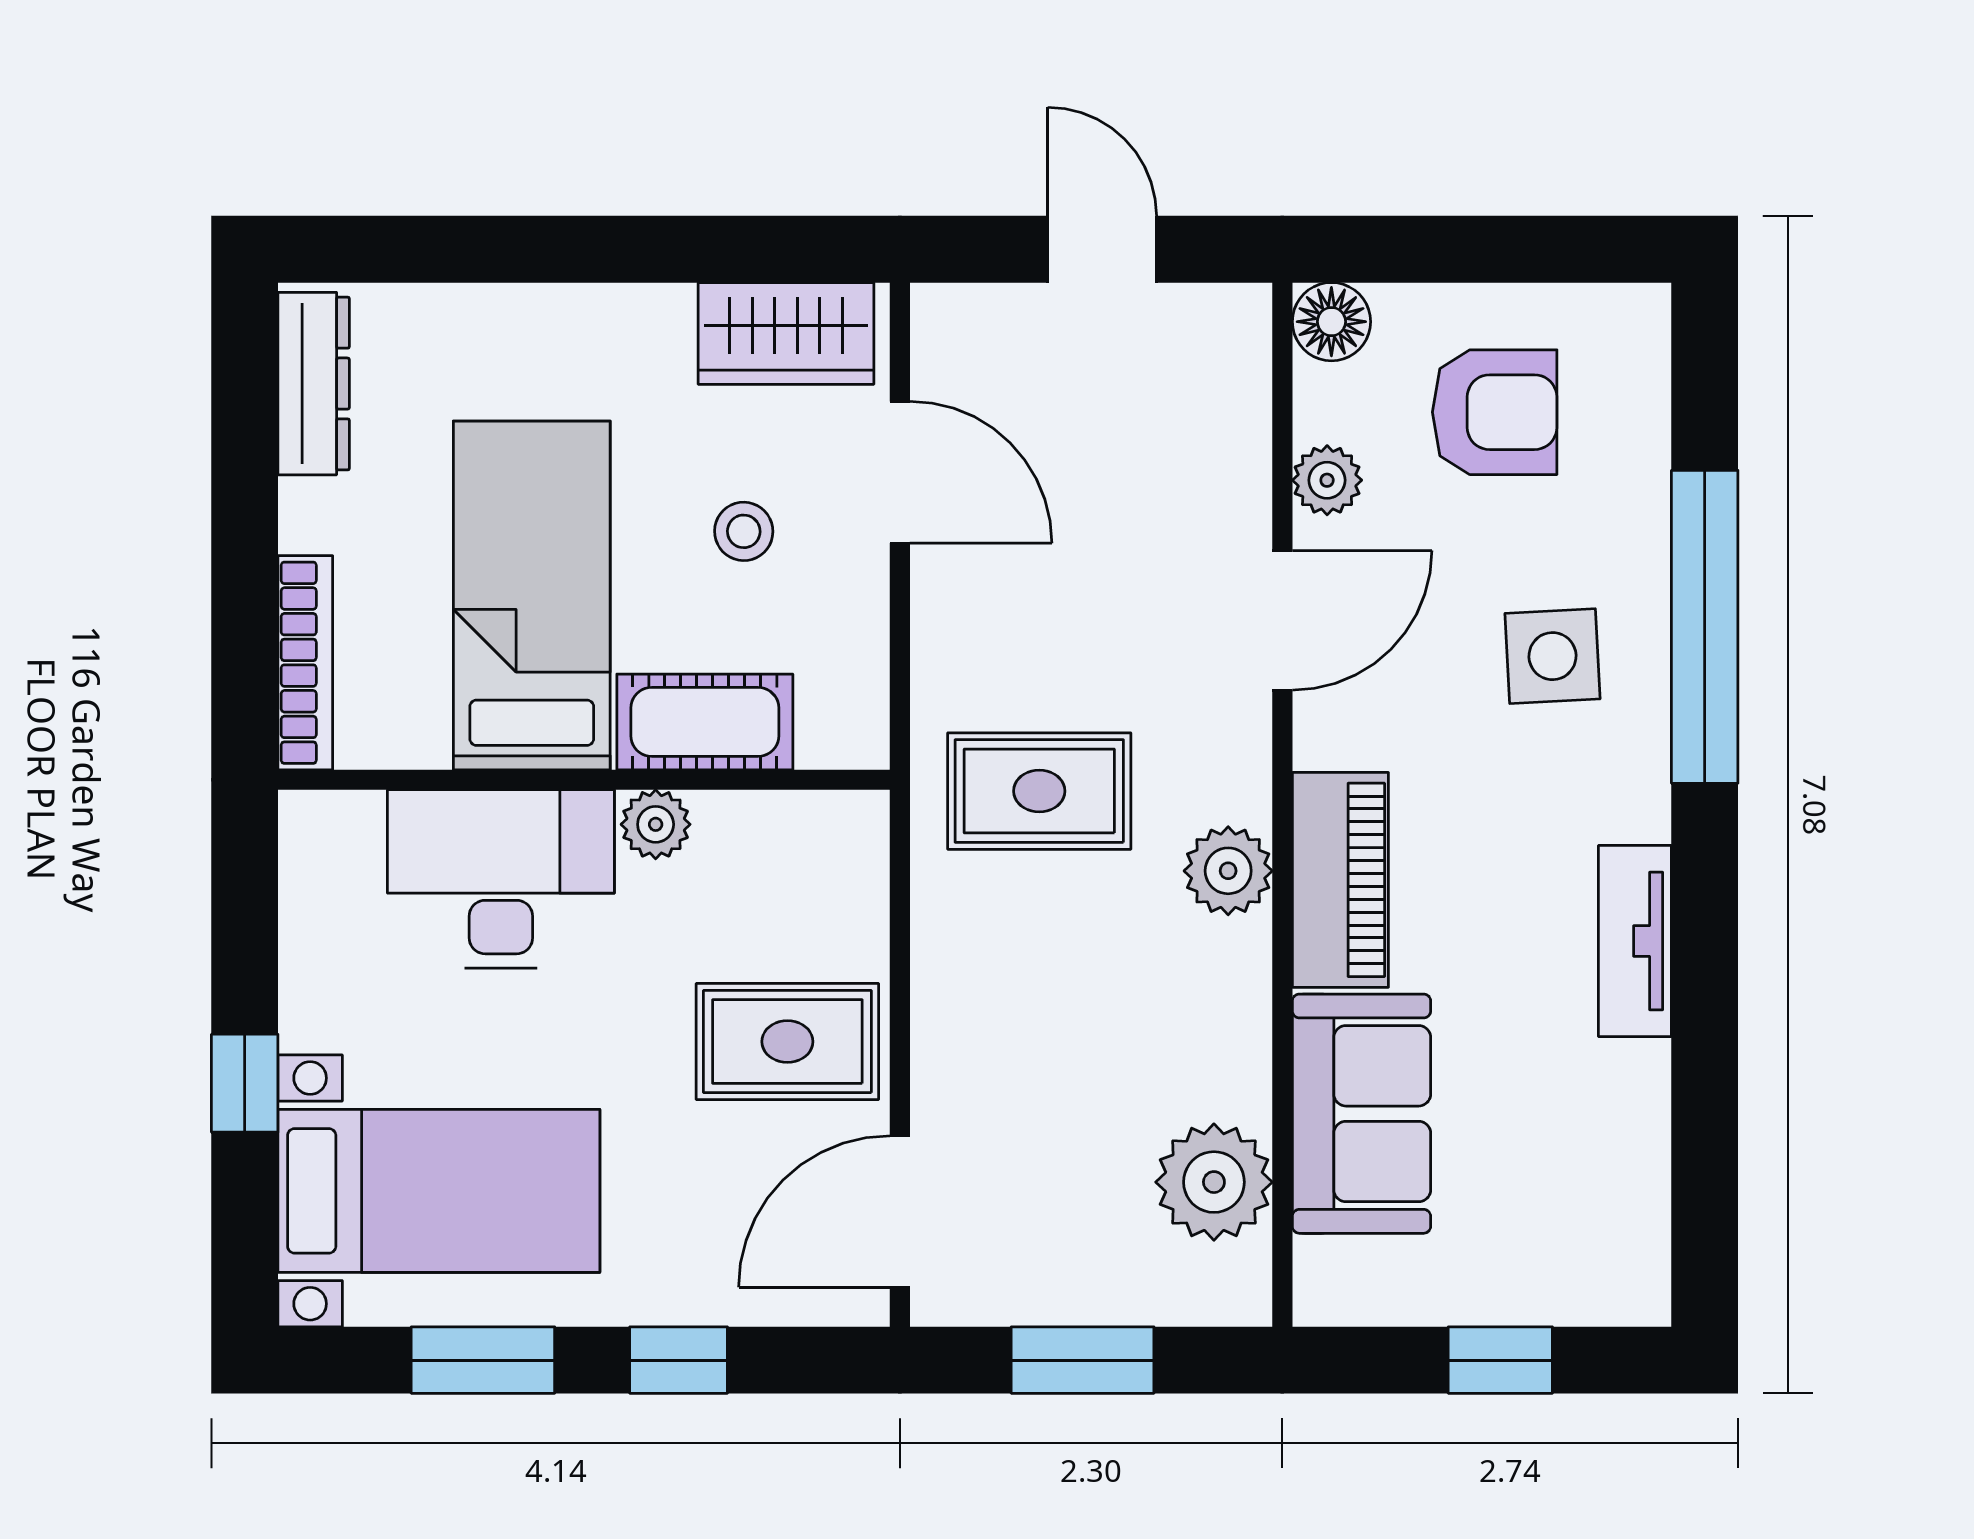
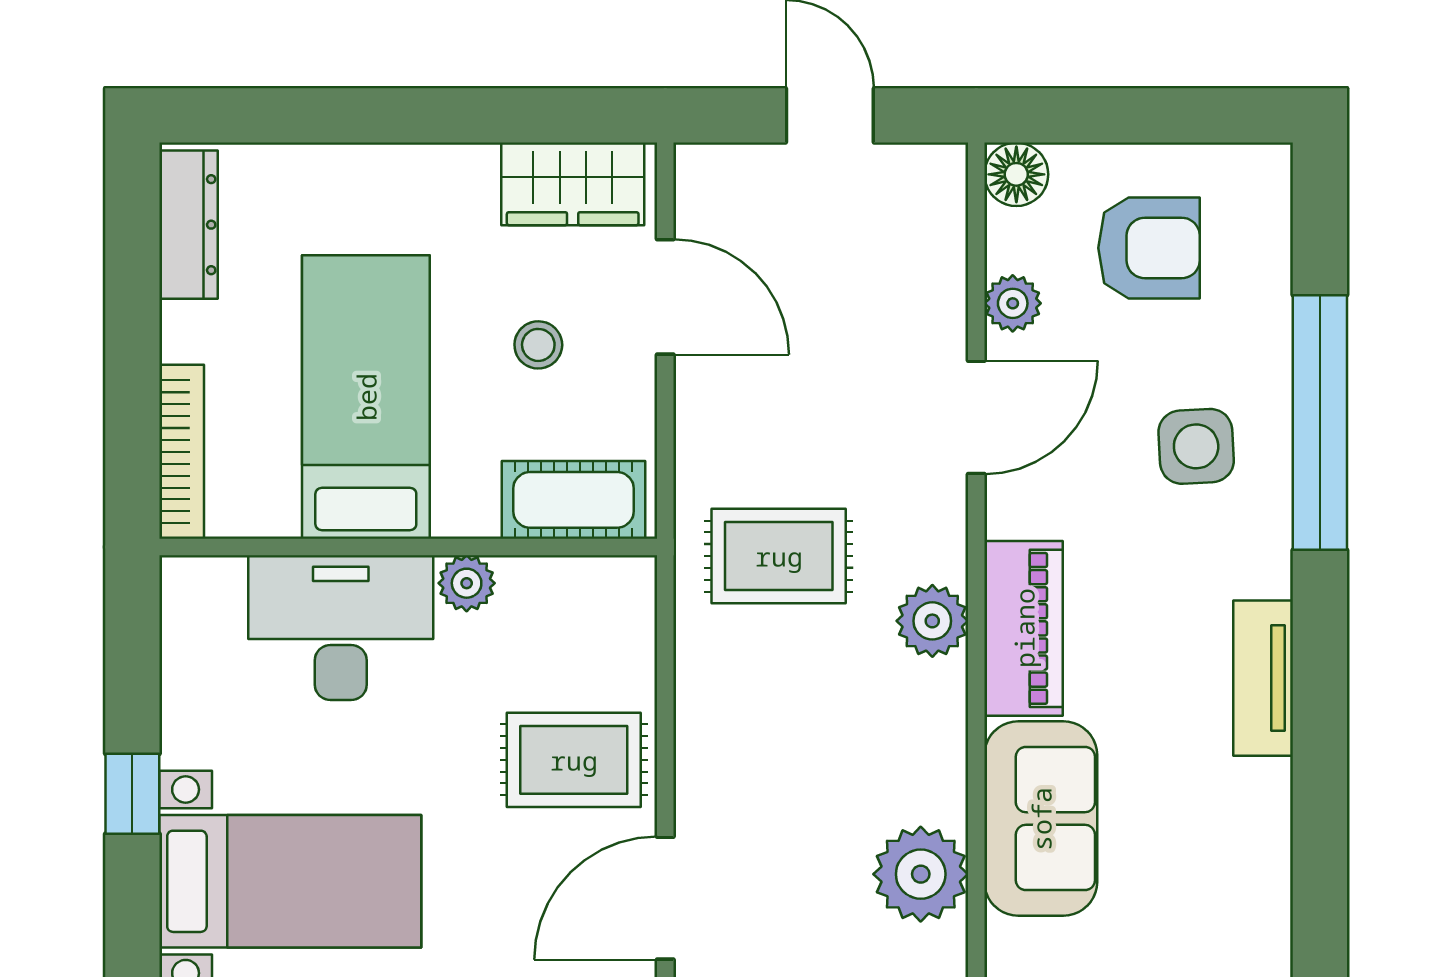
cot: (705, 722) -> (573, 500), moved

